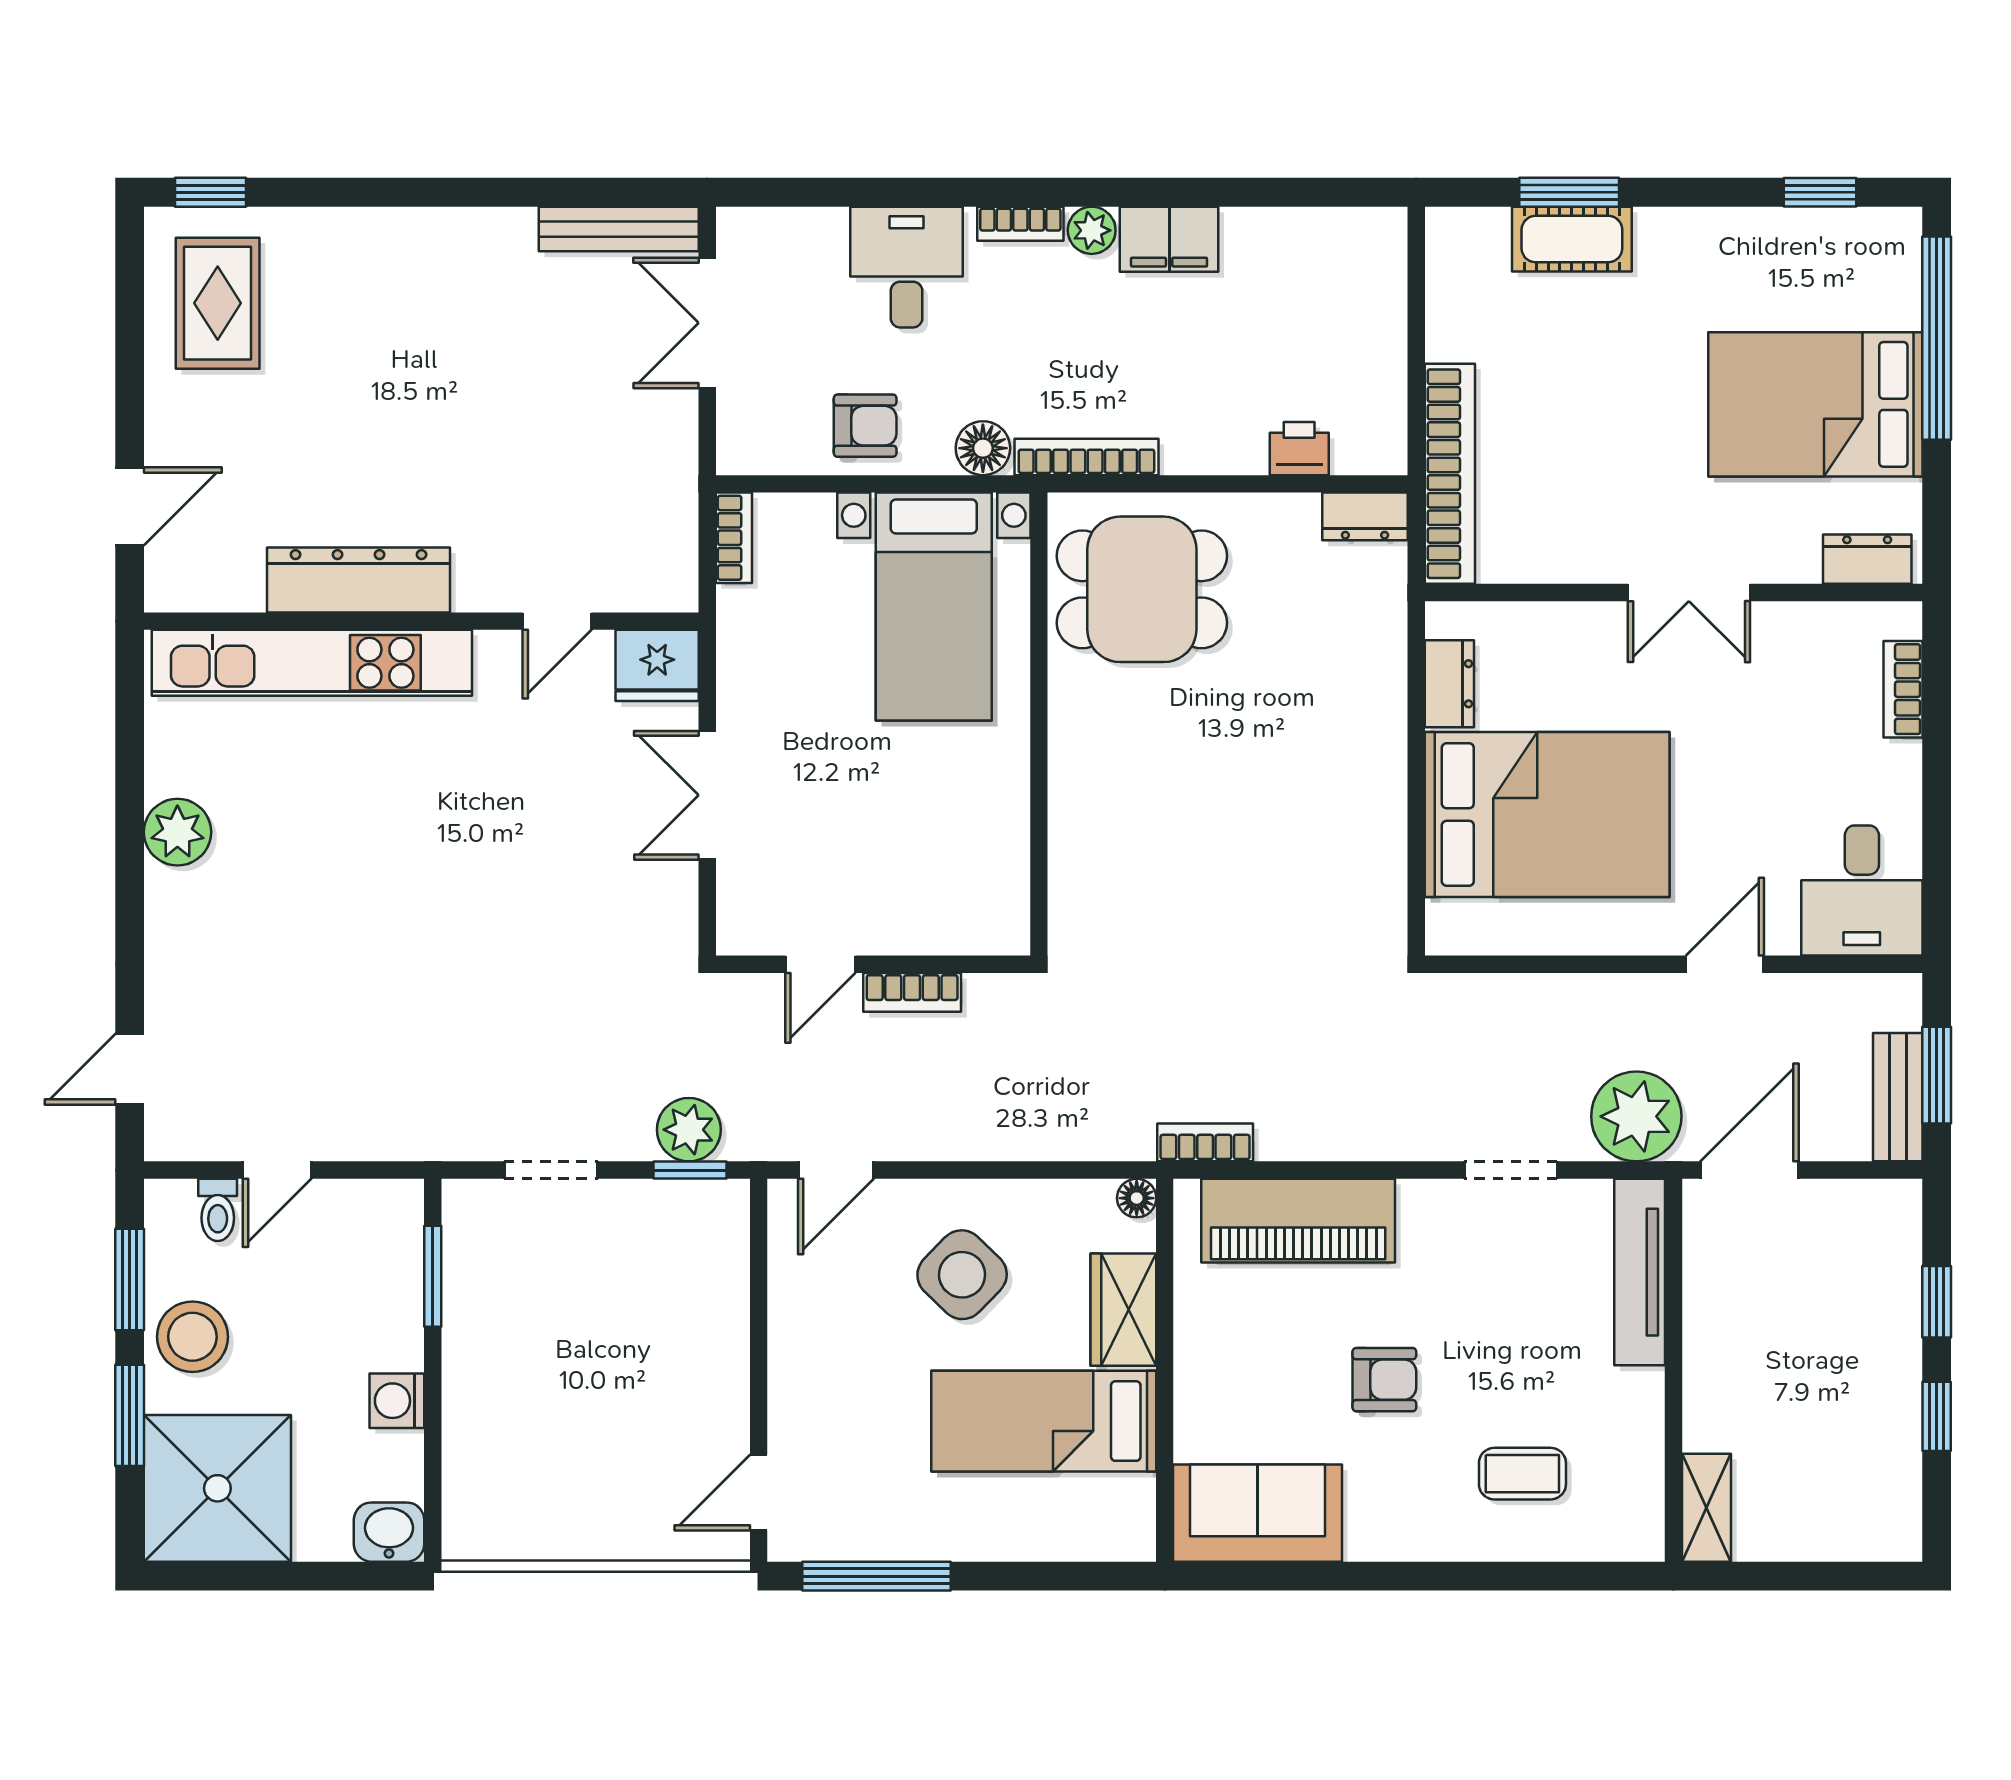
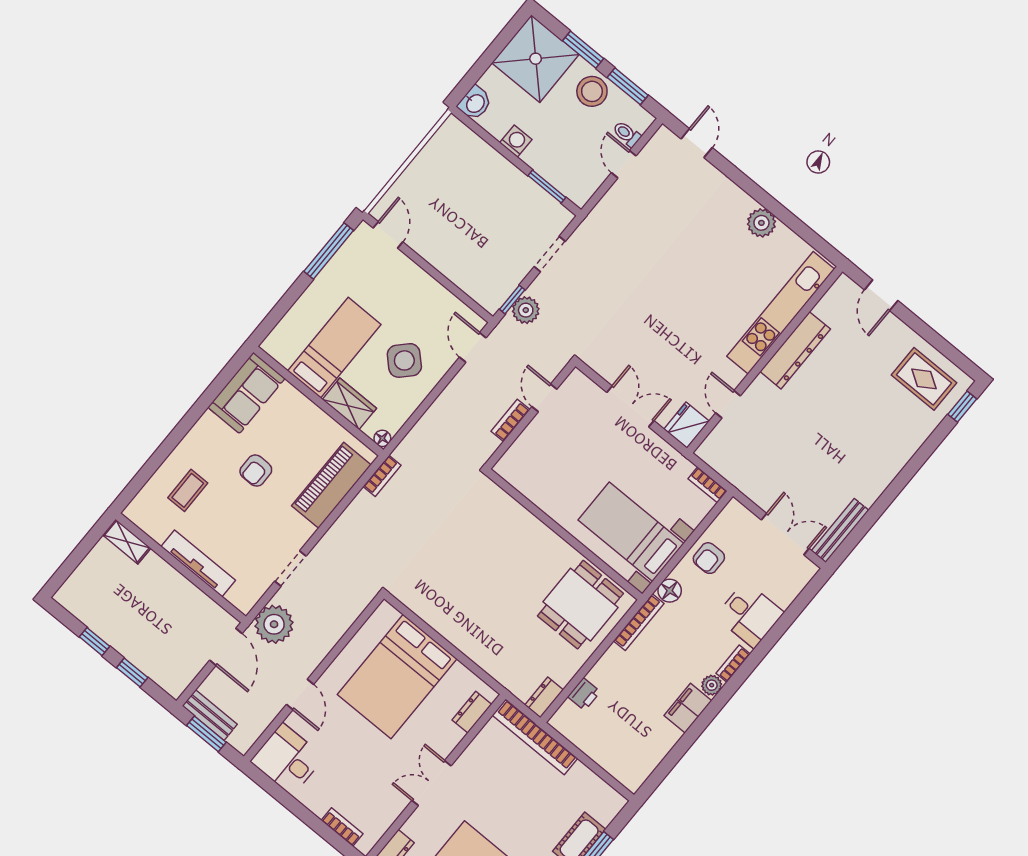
dresser: (1449, 684) -> (472, 712), moved, turned 90
tv unit: (1640, 1272) -> (198, 563), moved

